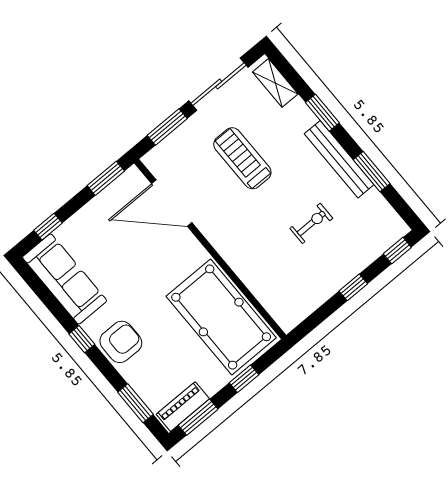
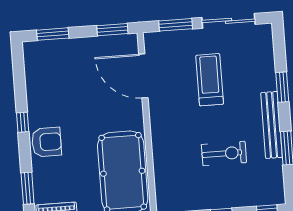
shelving: (275, 83) -> (266, 46), removed
exercise bike: (311, 223) -> (224, 153), width x1.38, depth x1.39
window: (48, 227) -> (53, 34), width x1.50
sofa: (65, 279) -> (39, 75), removed

